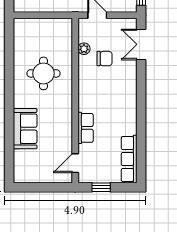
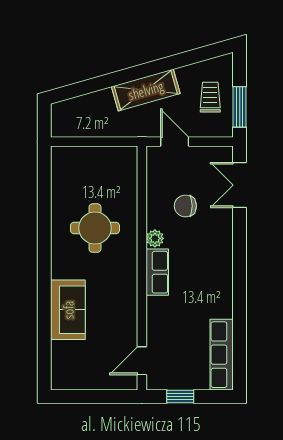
plant: (84, 49) -> (155, 238), moved
chair: (105, 59) -> (185, 206), turned 180
row of seats: (86, 128) -> (157, 272), moved

